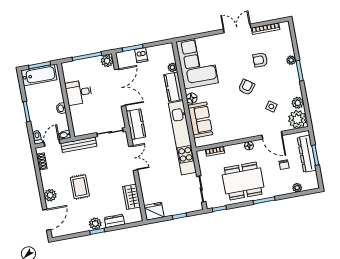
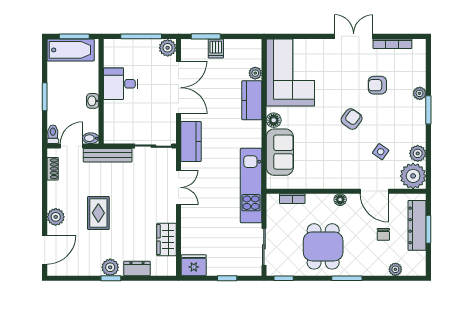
kitchen unit: (182, 138) -> (251, 186), width x0.73
dining table: (243, 181) -> (323, 246), width x0.73

